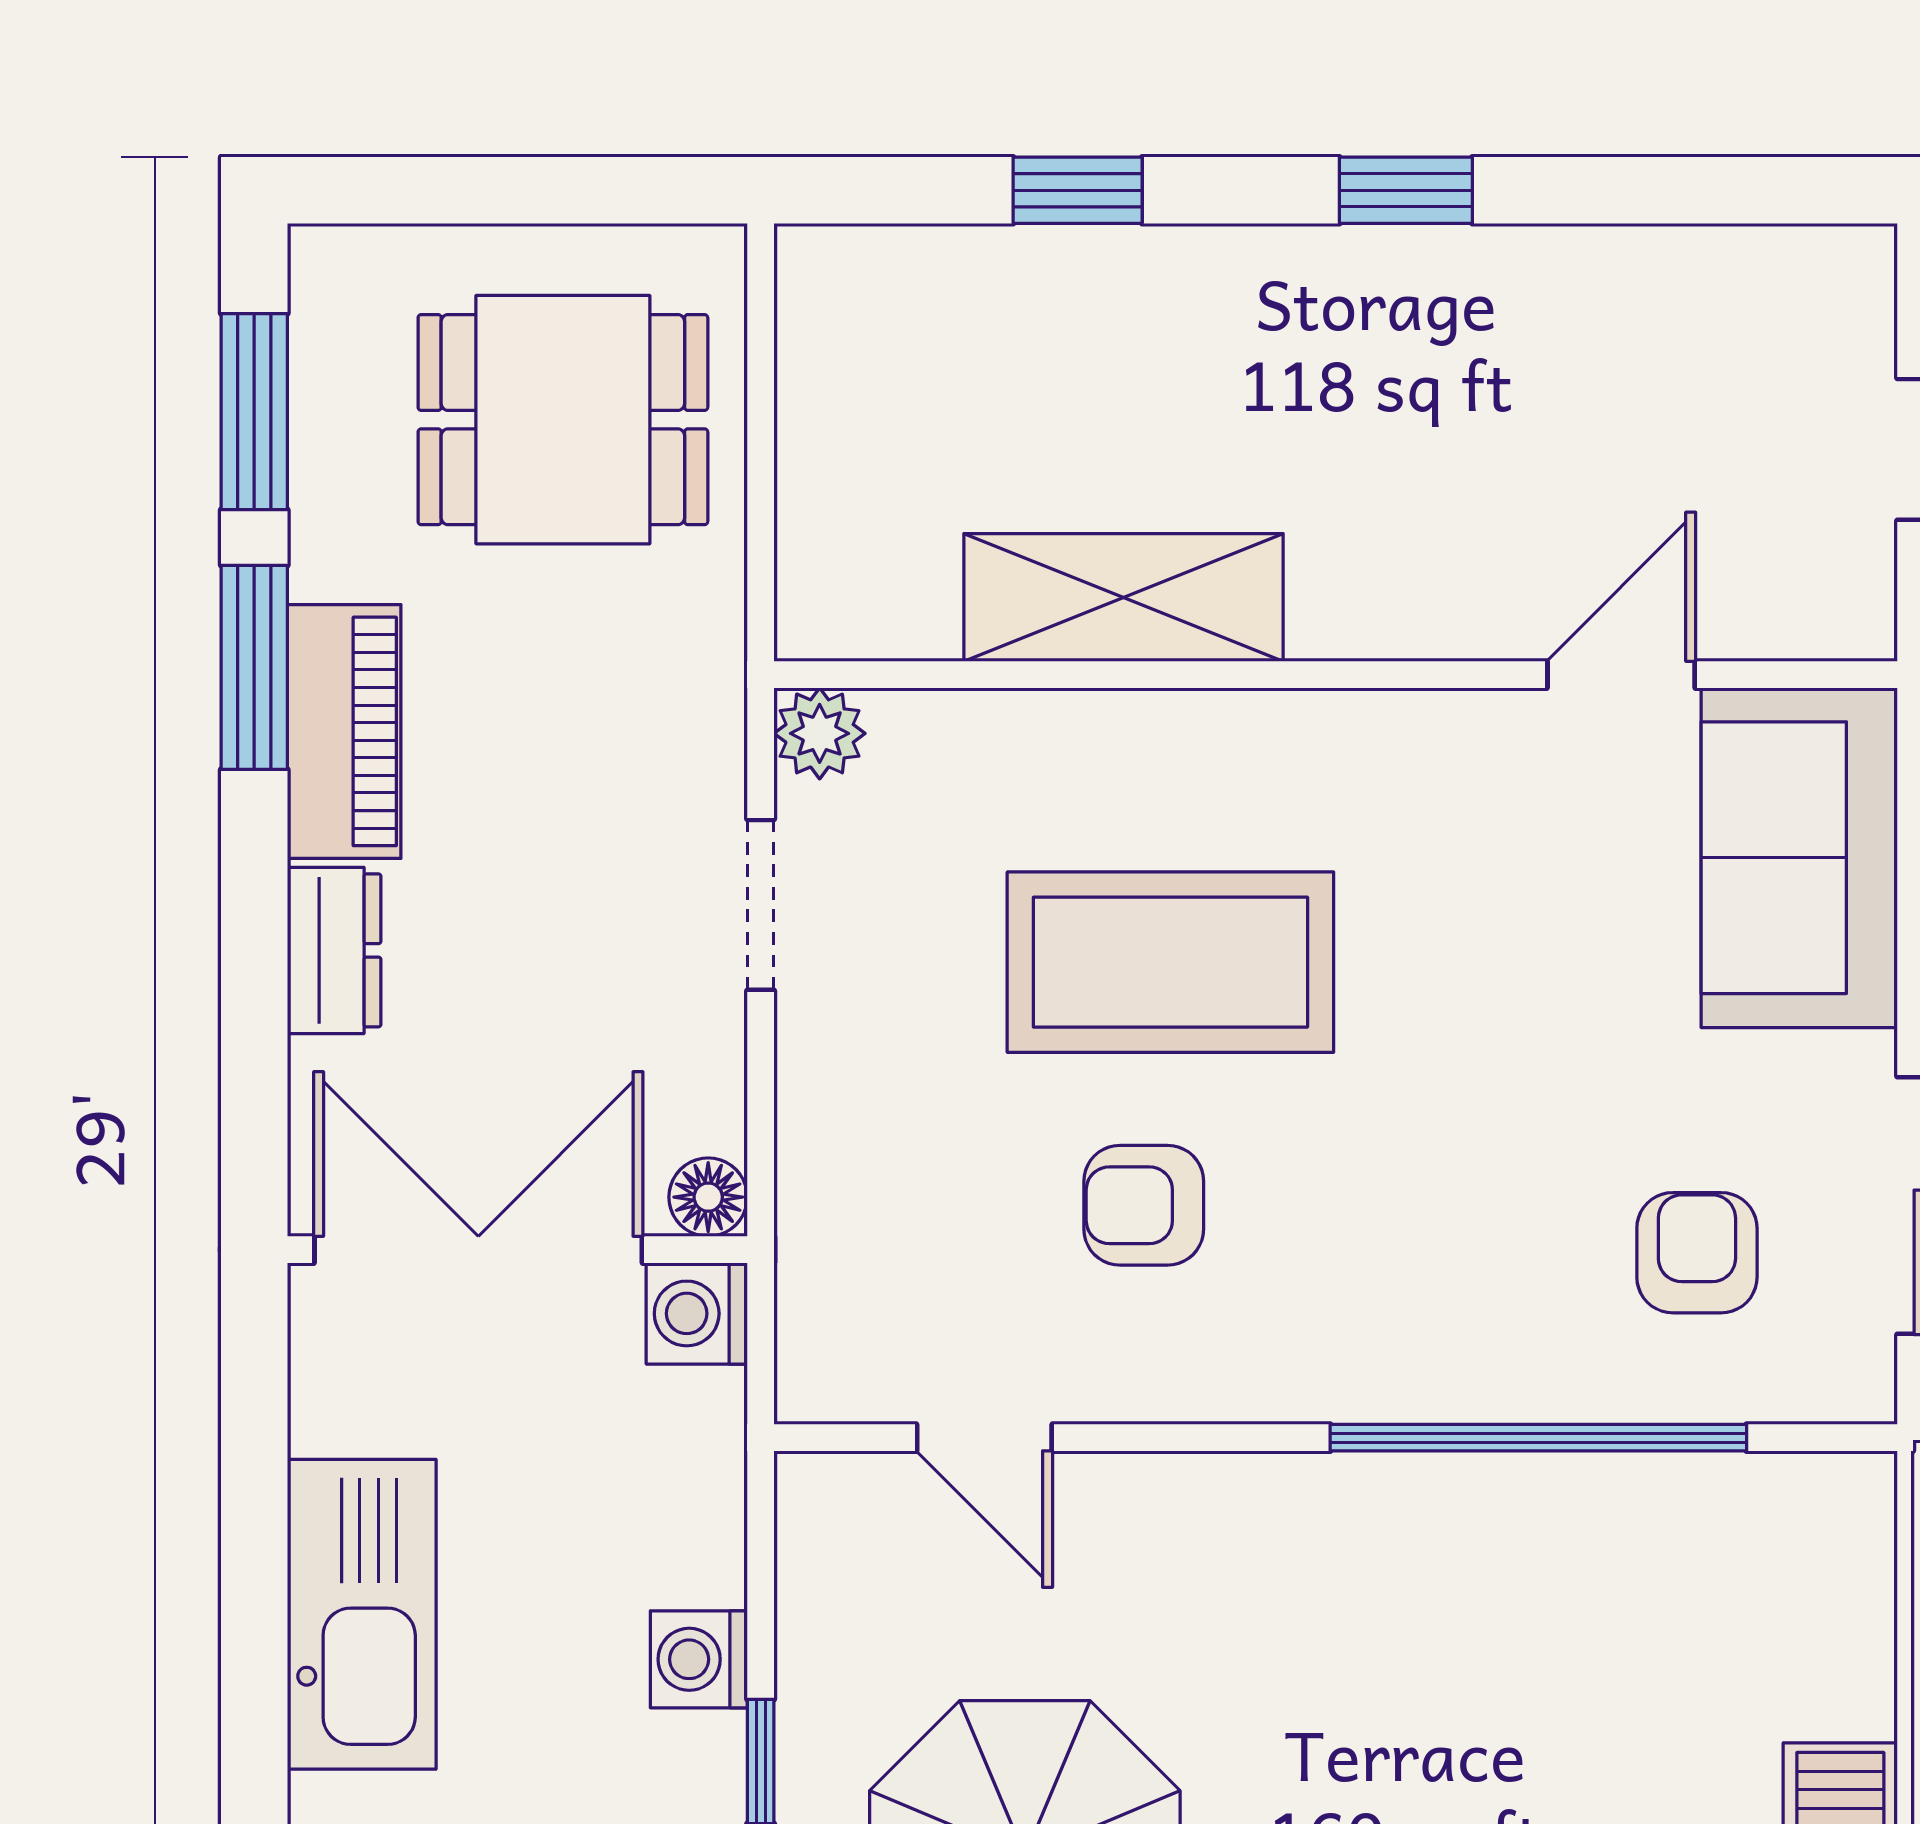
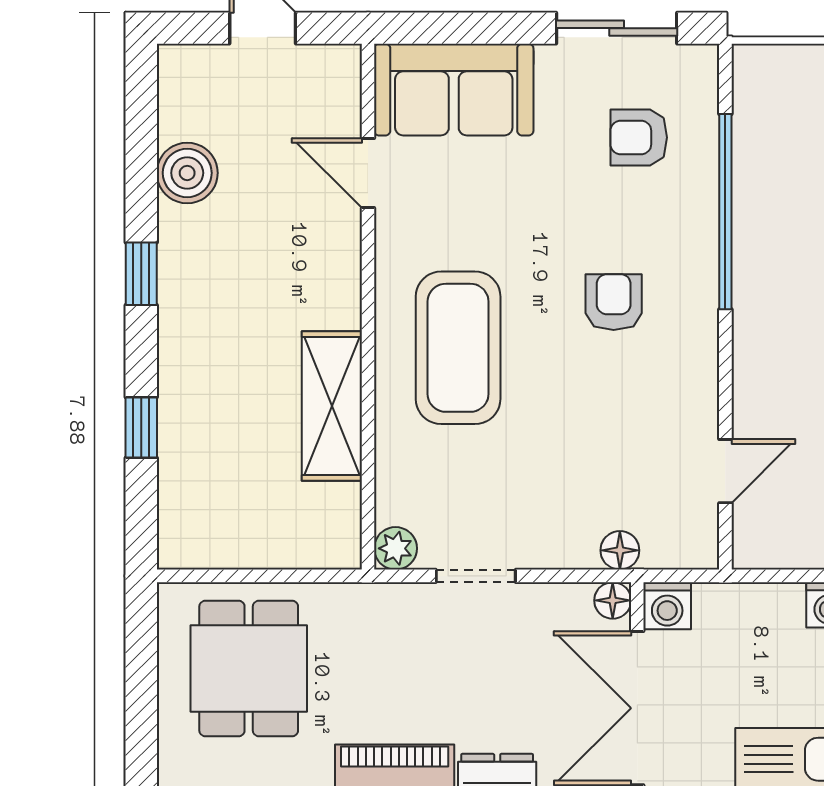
boiler: (1621, 288) -> (187, 173), added
coffee table: (1170, 962) -> (458, 348), moved
armchair: (1144, 1205) -> (614, 302), moved, turned 180
floor lamp: (815, 1212) -> (620, 550), added

